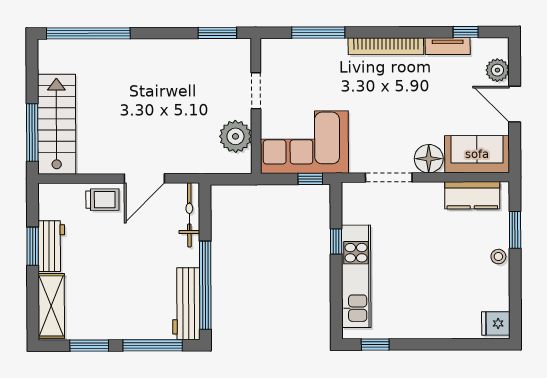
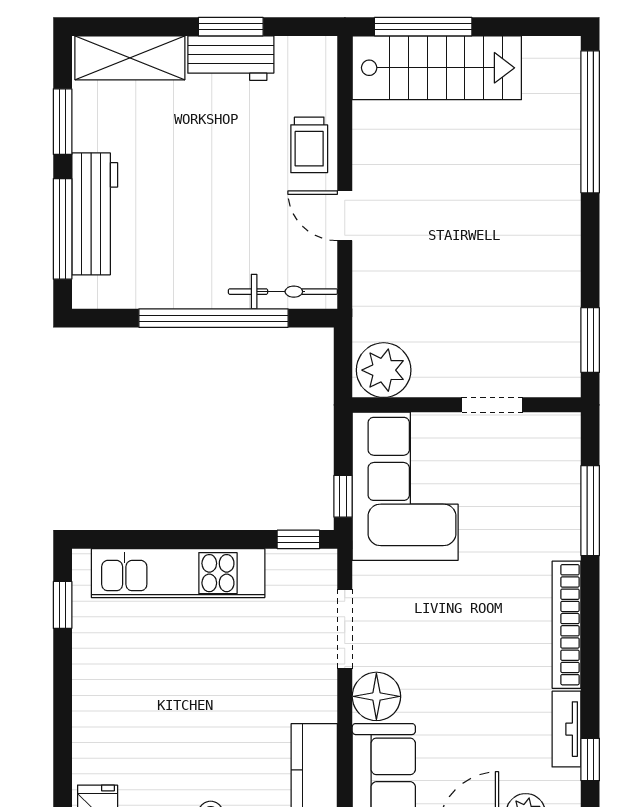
plant: (235, 136) -> (384, 370), moved
door: (144, 178) -> (345, 216), width x0.73
window: (336, 241) -> (298, 539), moved
window: (205, 285) -> (214, 318), moved
workbench: (186, 304) -> (95, 214), moved, turned 90

